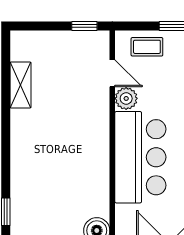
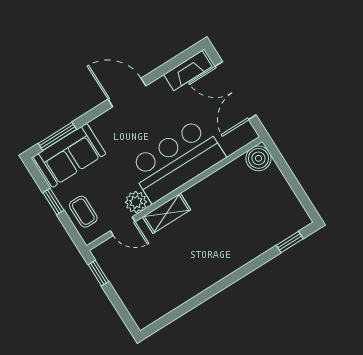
door: (112, 73) -> (123, 226), swing flipped
shelving: (21, 85) -> (167, 213), moved

